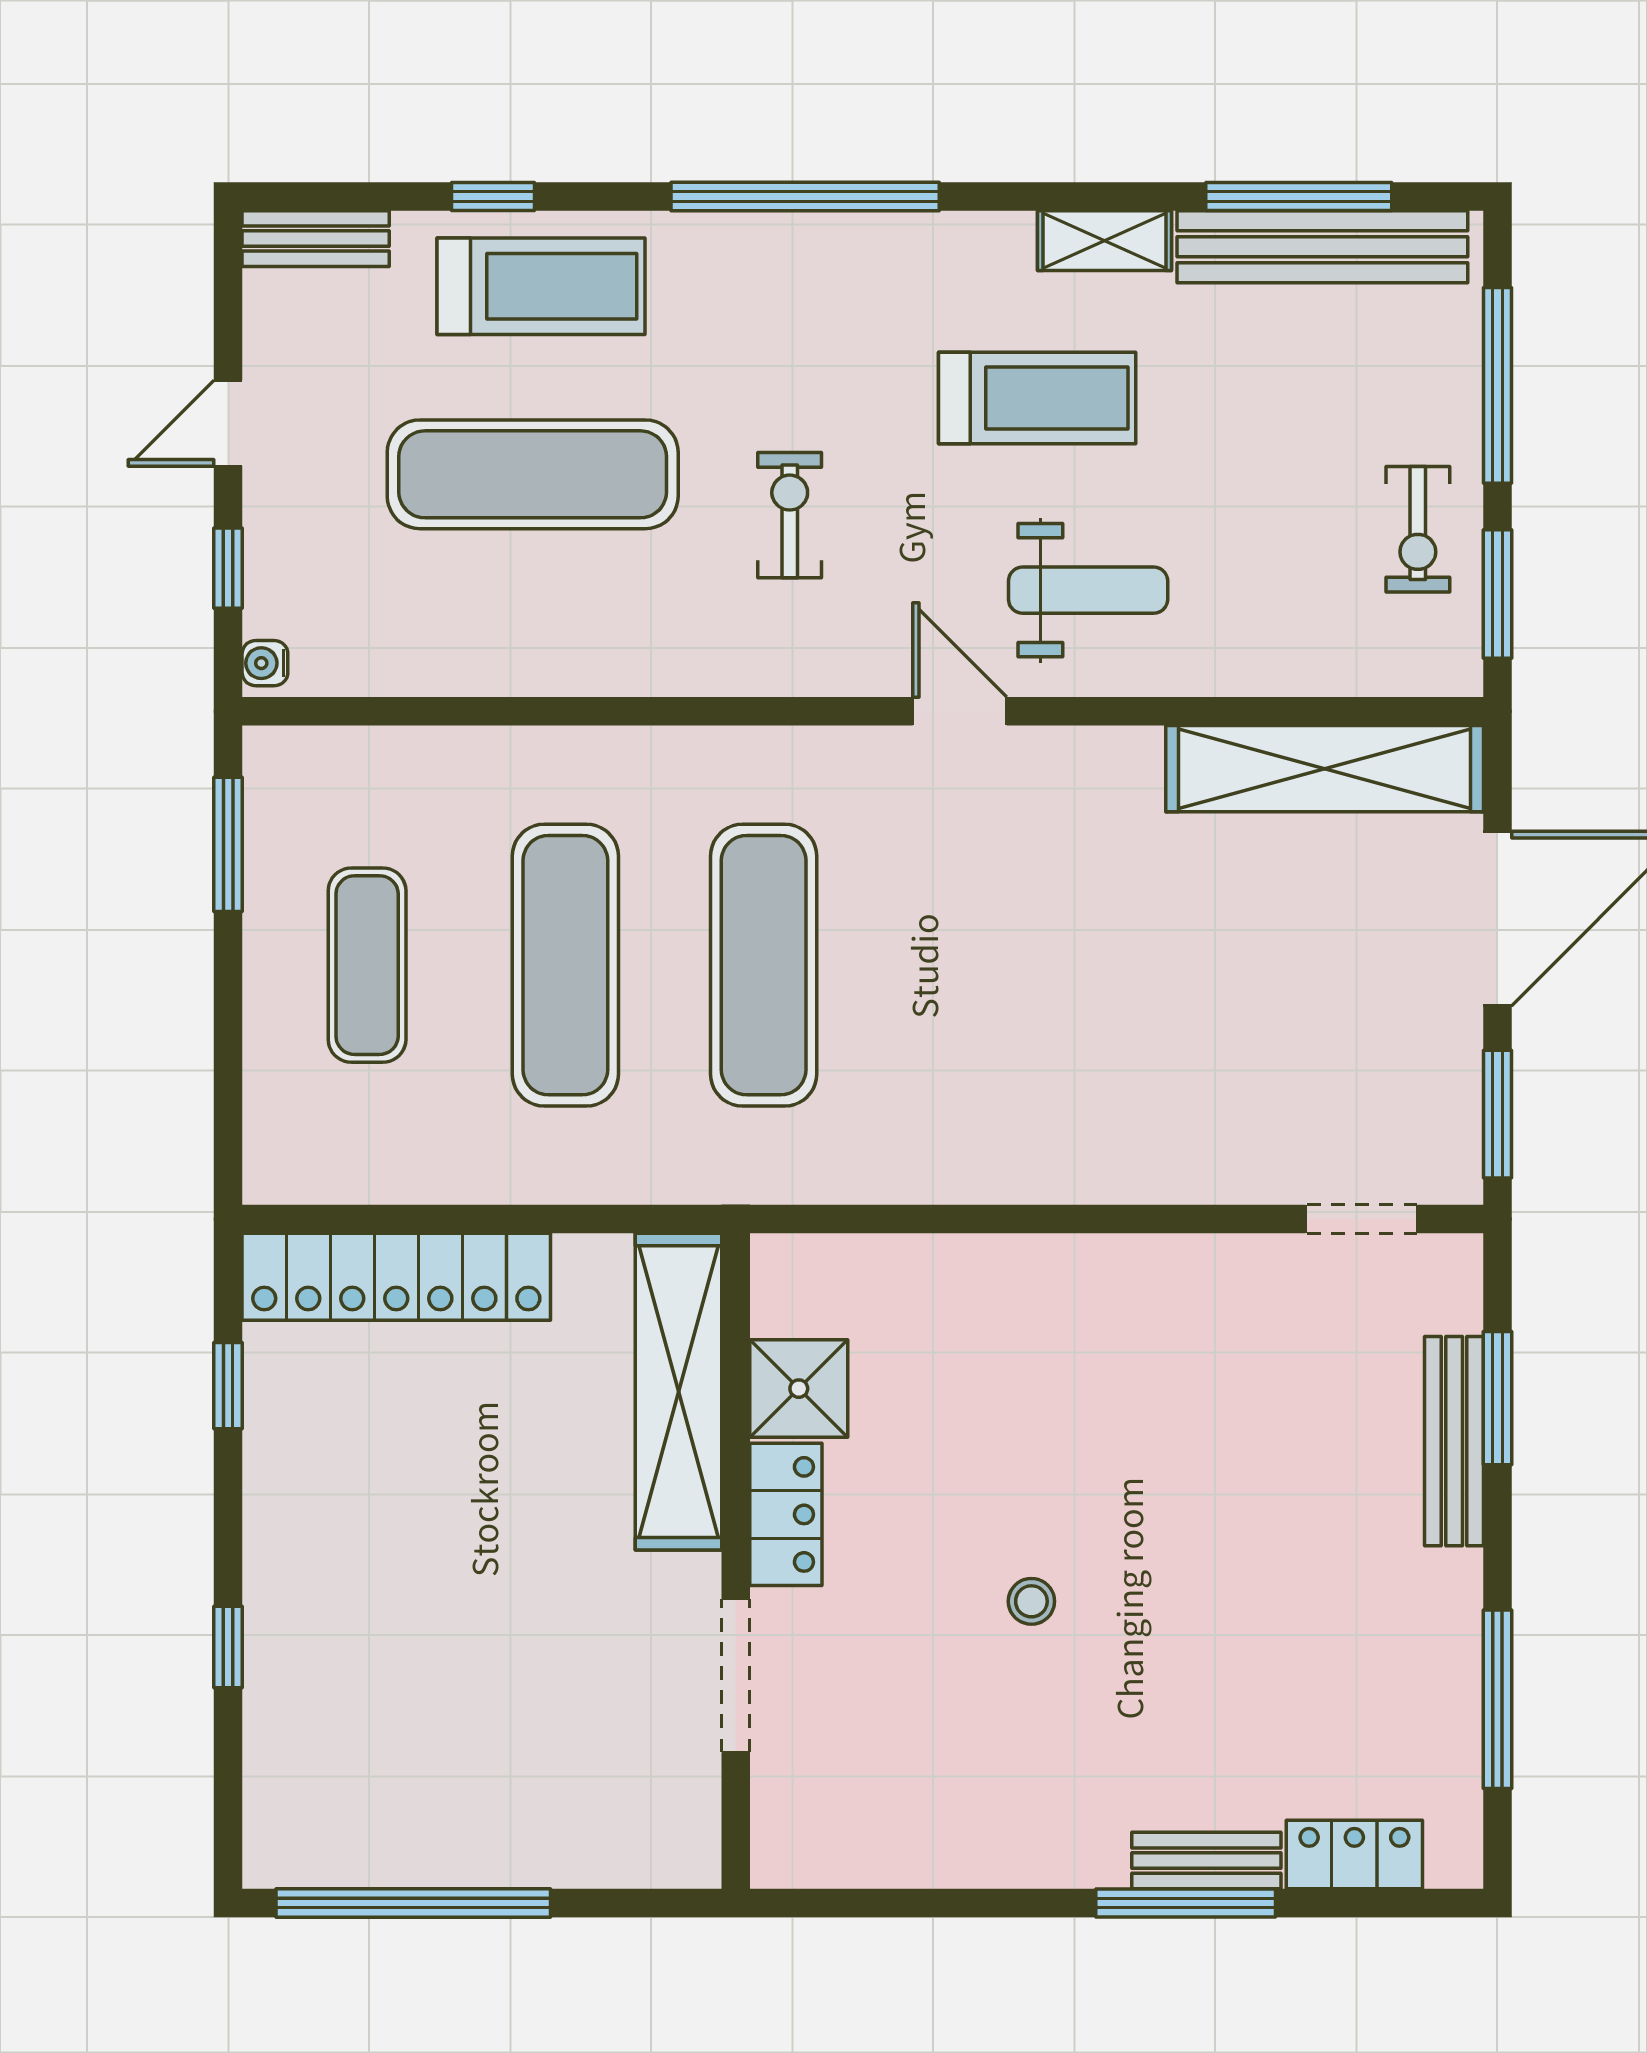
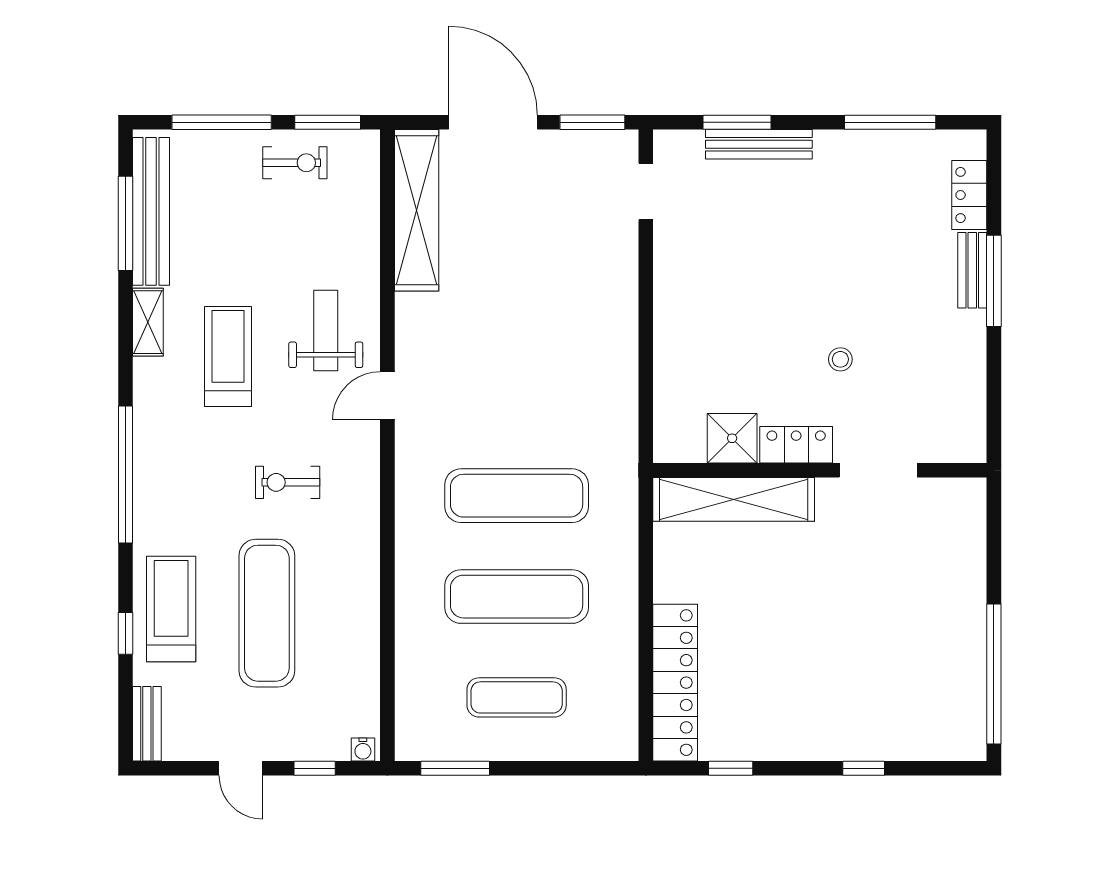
shower: (799, 1389) -> (732, 438), moved
shelving: (678, 1392) -> (734, 499), moved
locker: (786, 1514) -> (796, 445), moved
wall: (736, 1561) -> (820, 470), moved
doorway: (736, 1676) -> (878, 470), moved

